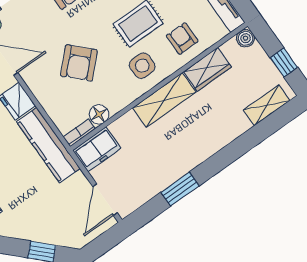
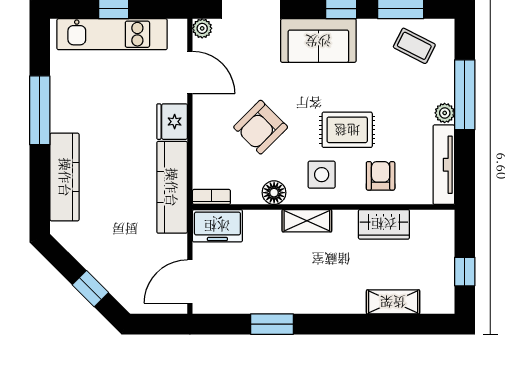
boiler: (246, 38) -> (444, 220), removed
shelving: (164, 100) -> (307, 221), width x0.67, depth x0.75
shelving: (267, 105) -> (393, 302), moved
floor lamp: (99, 114) -> (274, 193), moved

